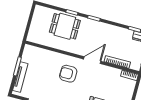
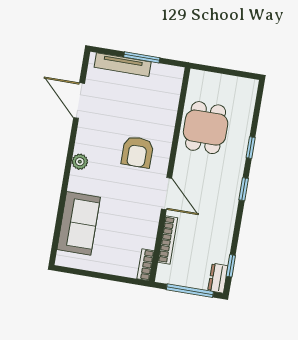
dining table: (65, 26) -> (206, 128), moved
armchair: (68, 74) -> (137, 152), turned 180

